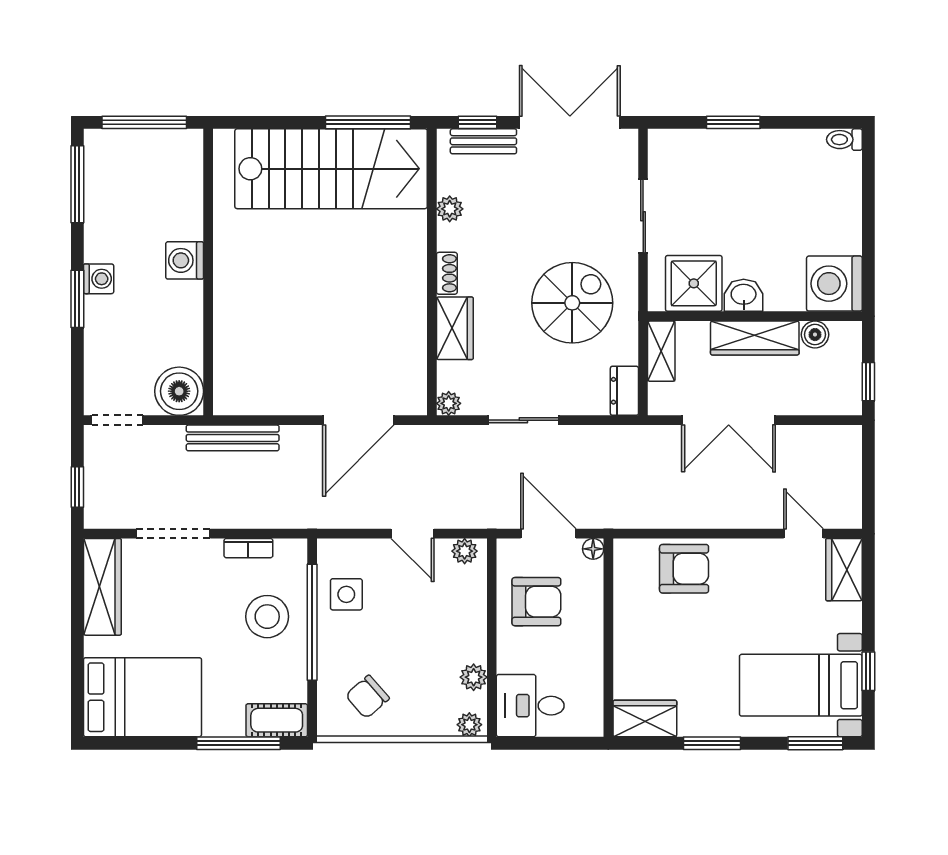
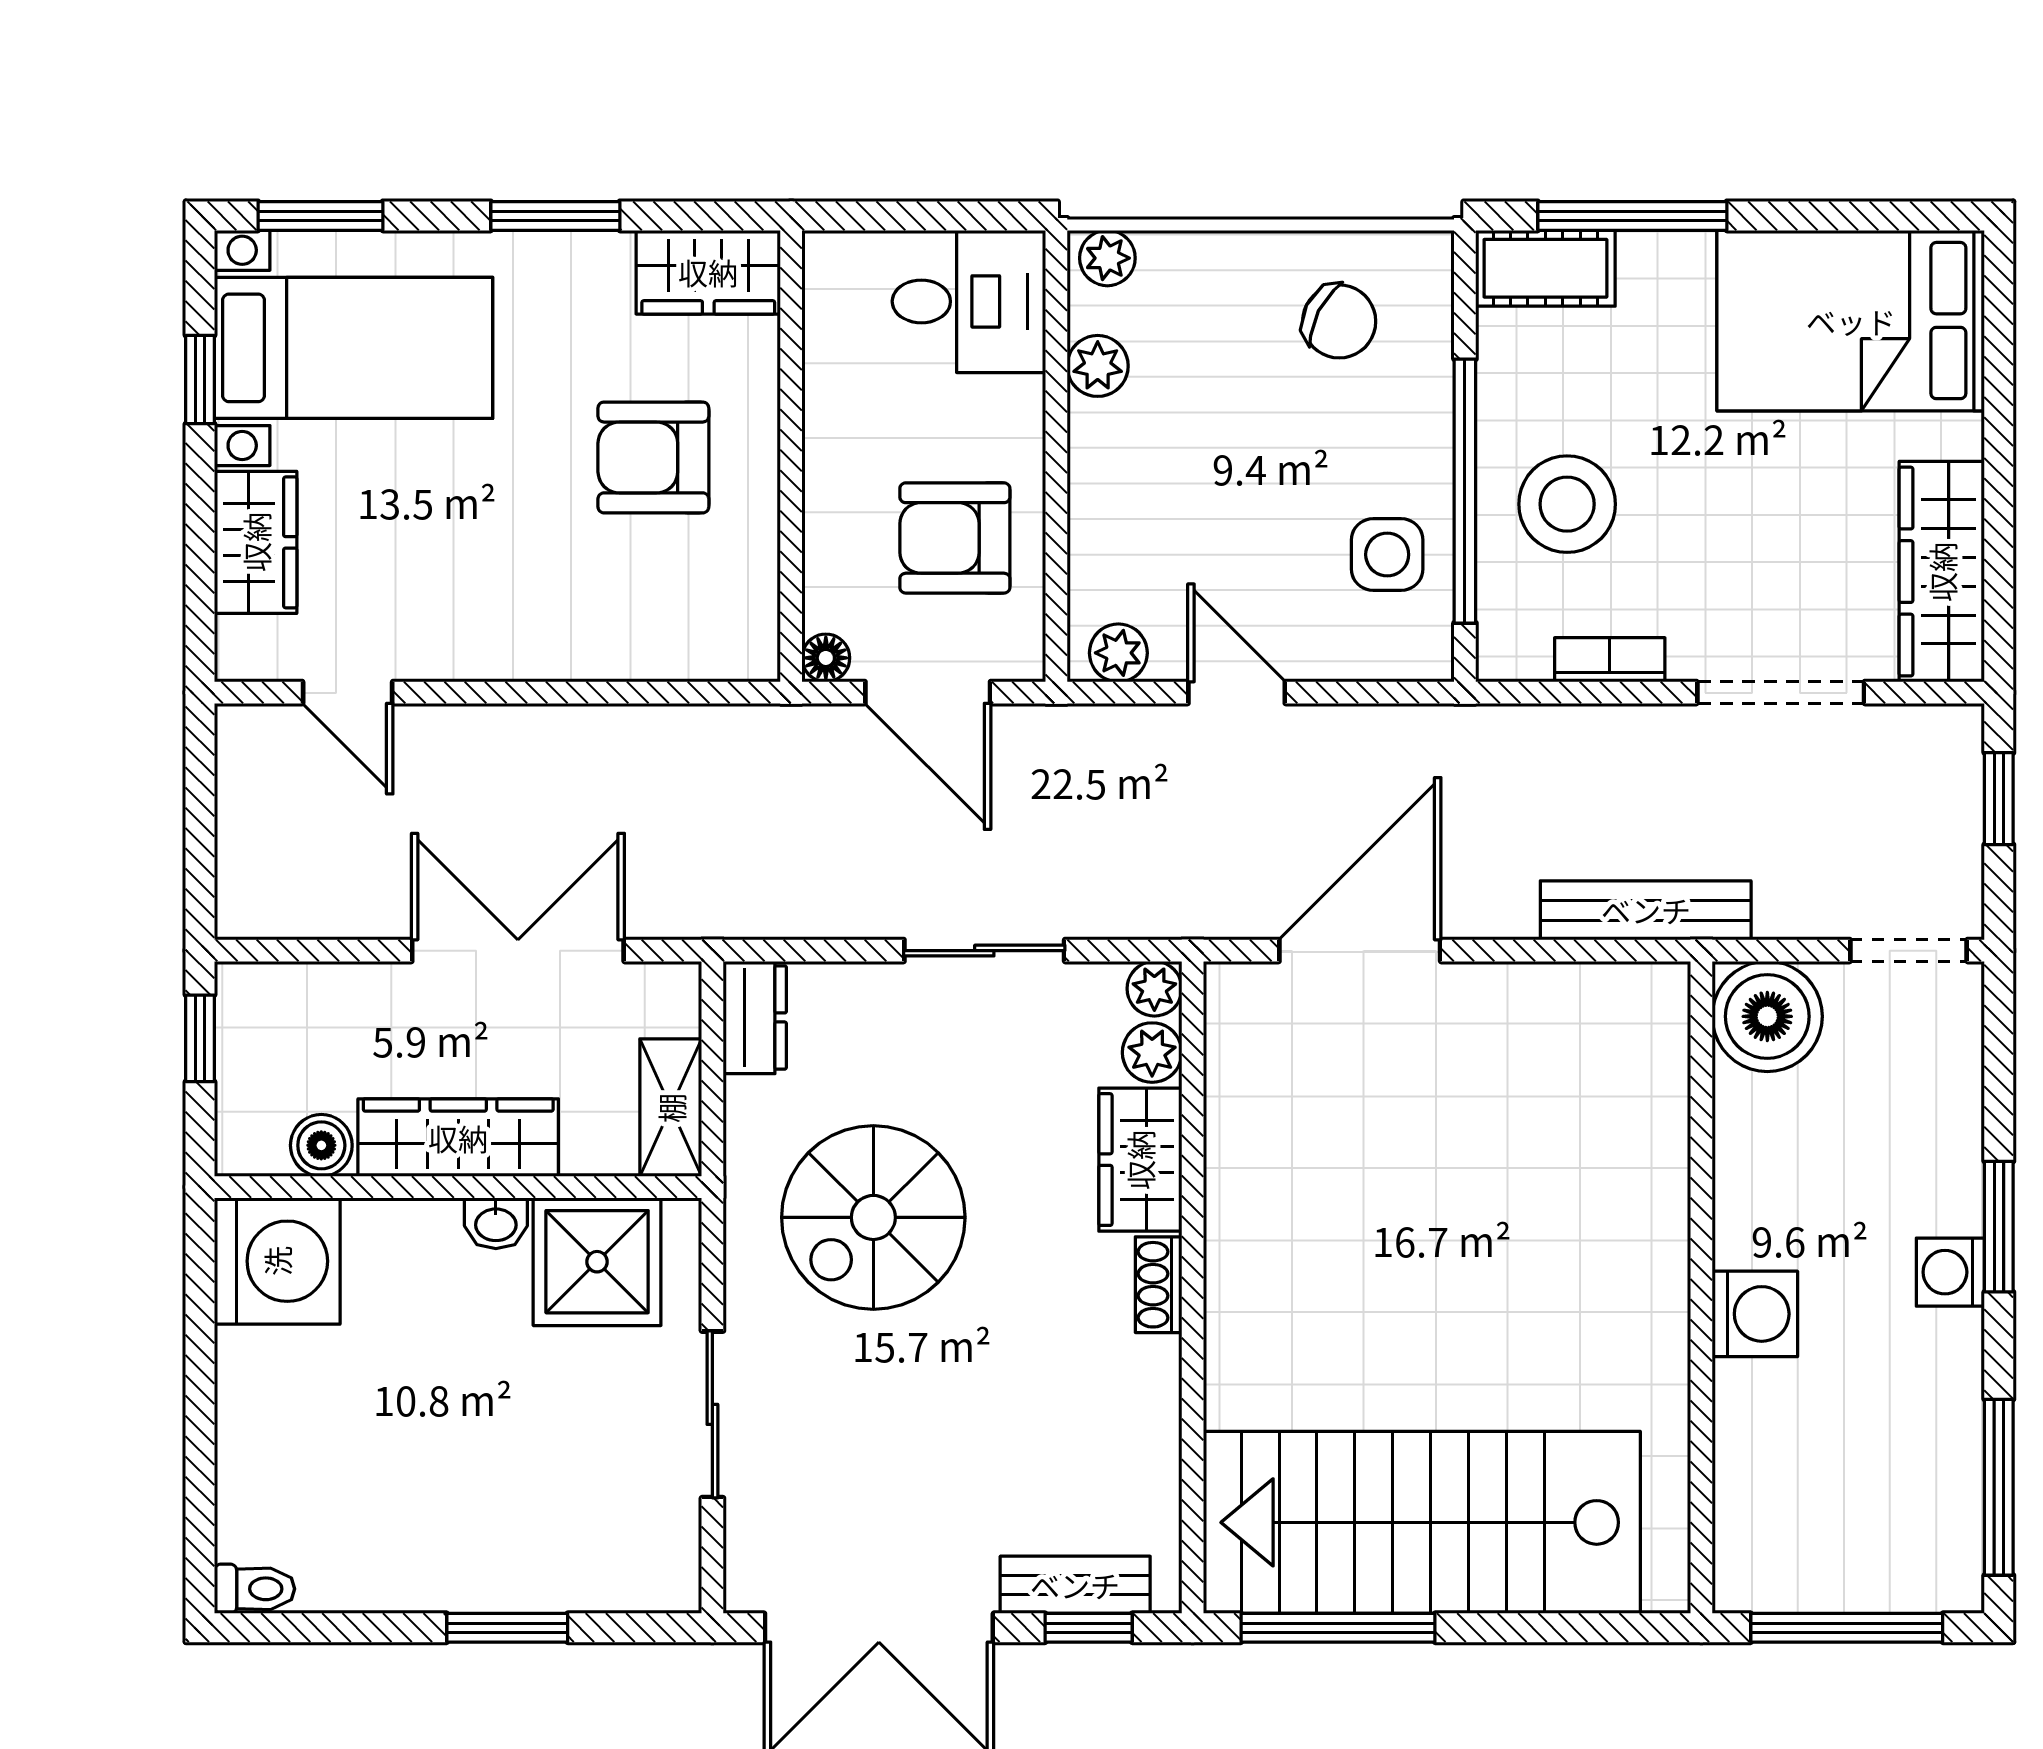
plant: (450, 209) -> (1152, 1053), moved
washbasin: (744, 295) -> (496, 1223), width x0.72, depth x0.69
armchair: (684, 569) -> (653, 457), moved
wardrobe: (844, 570) -> (256, 542), moved
chair: (367, 697) -> (1339, 321), turned 68

